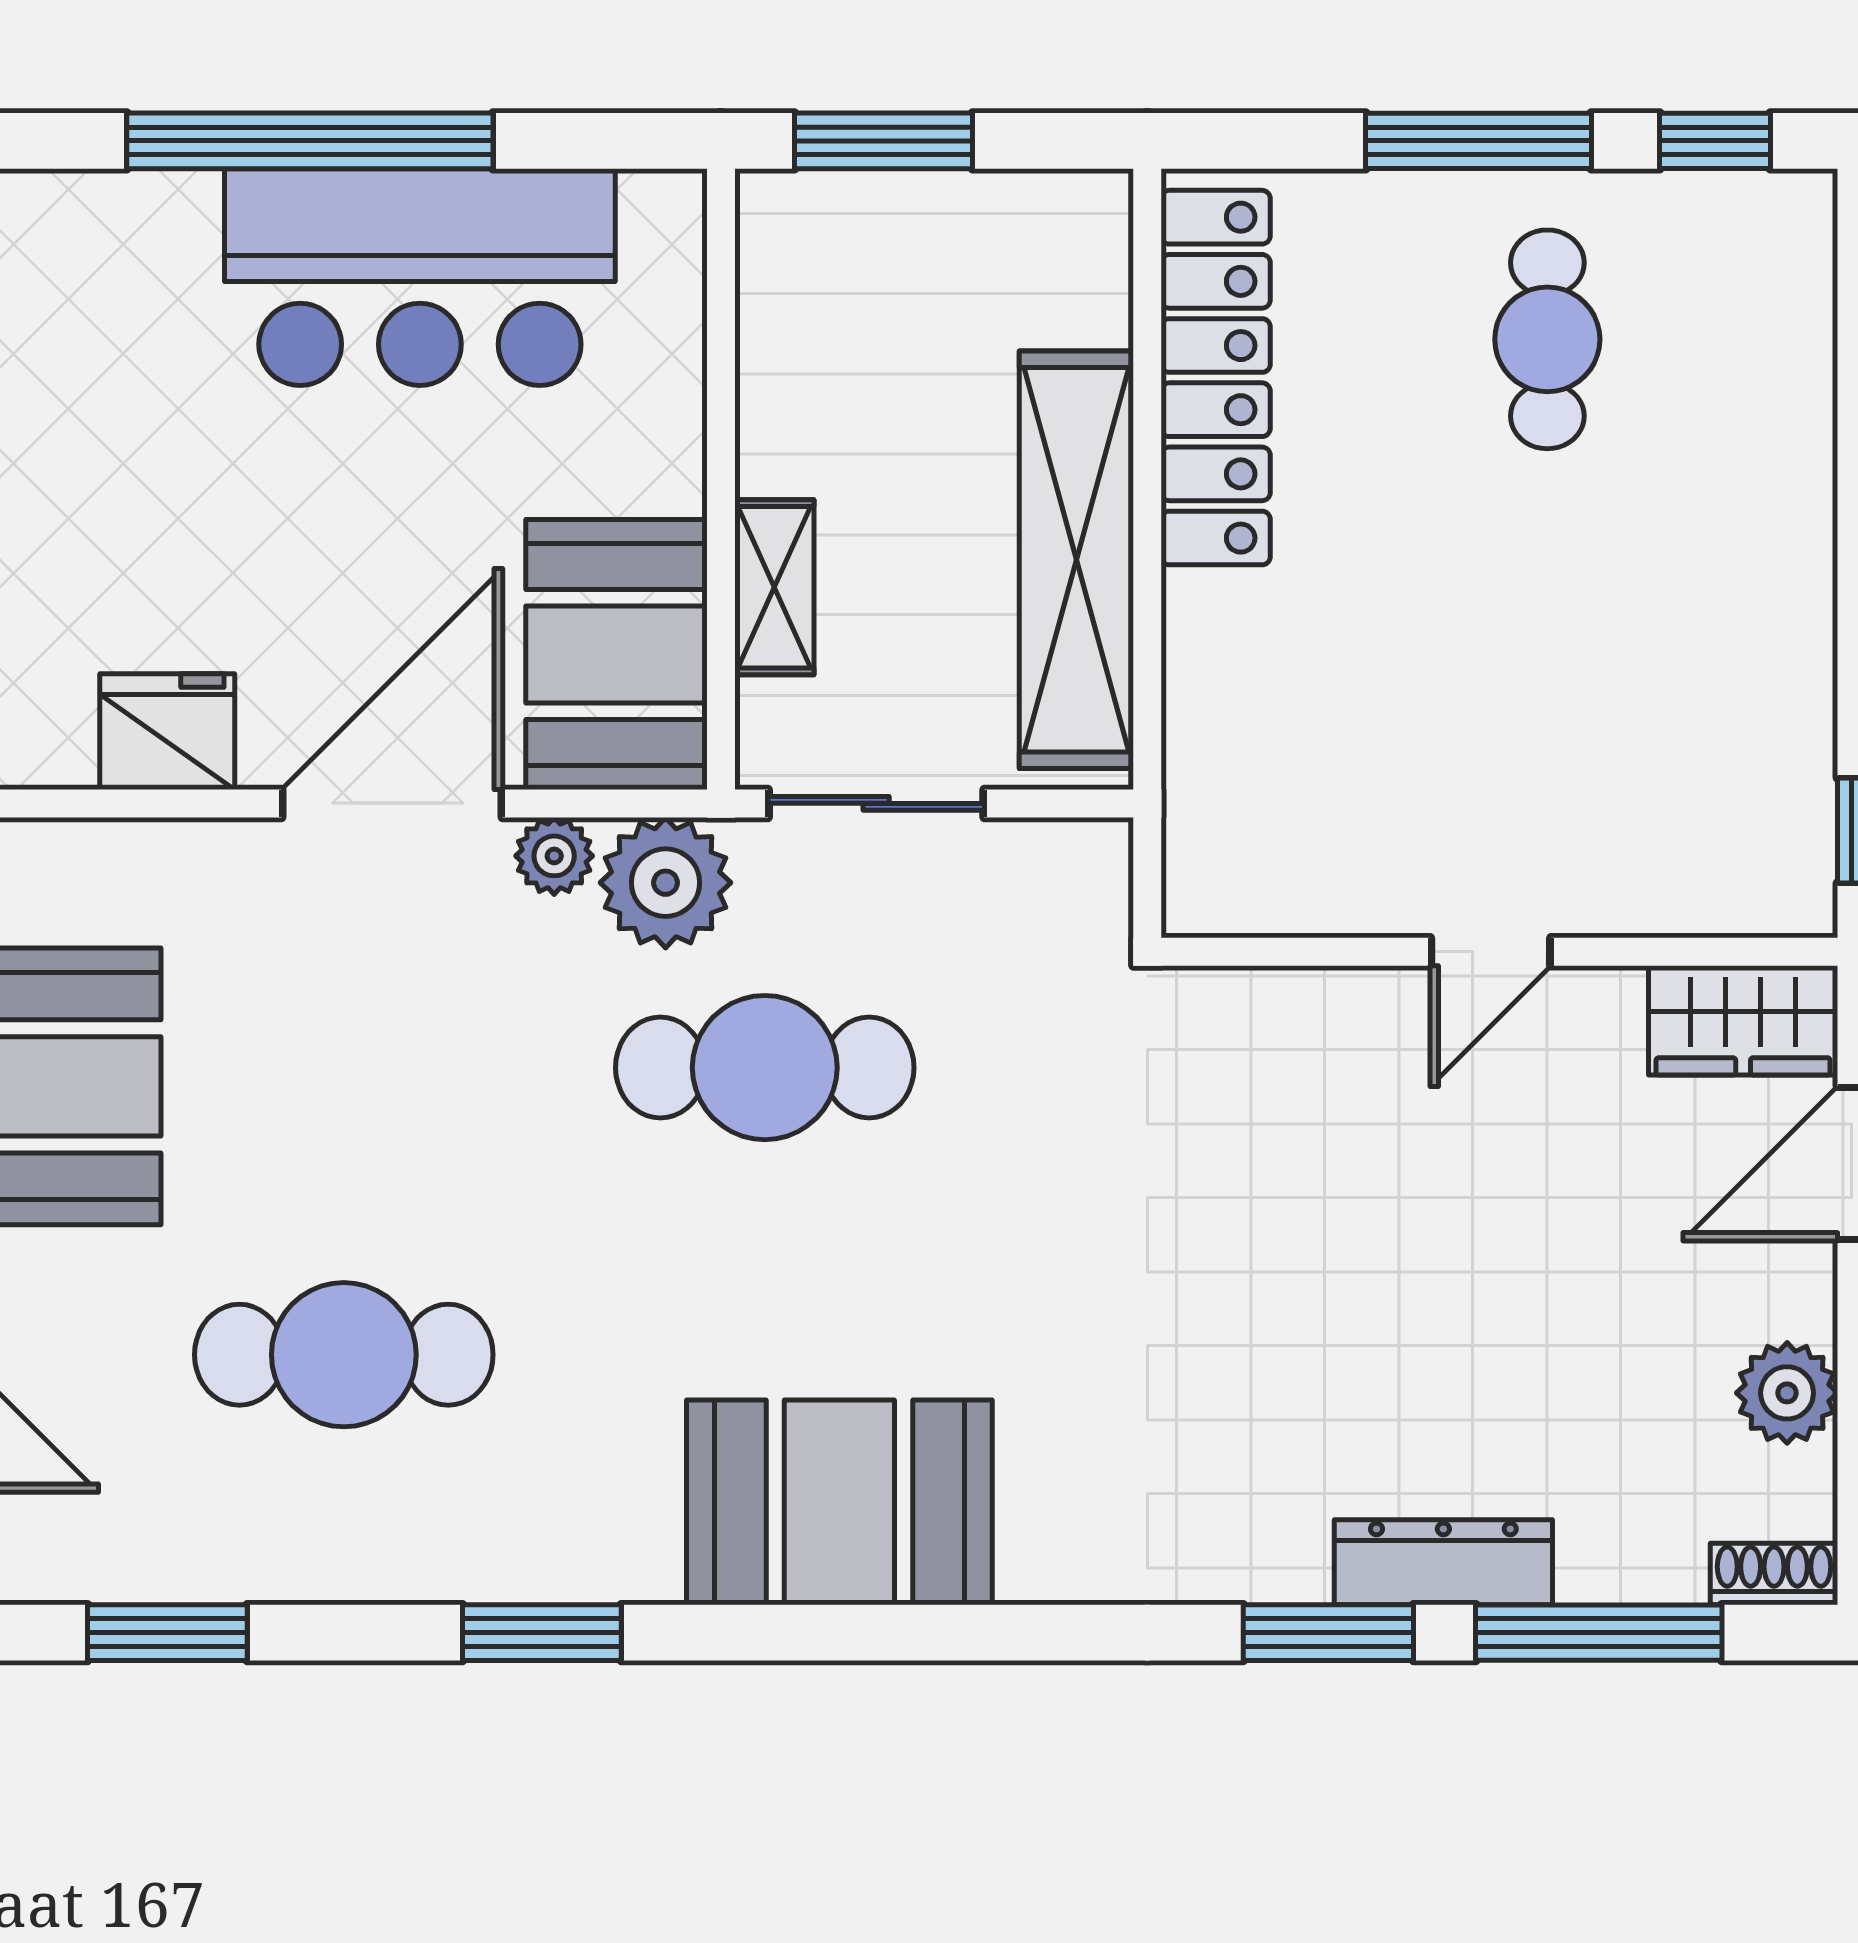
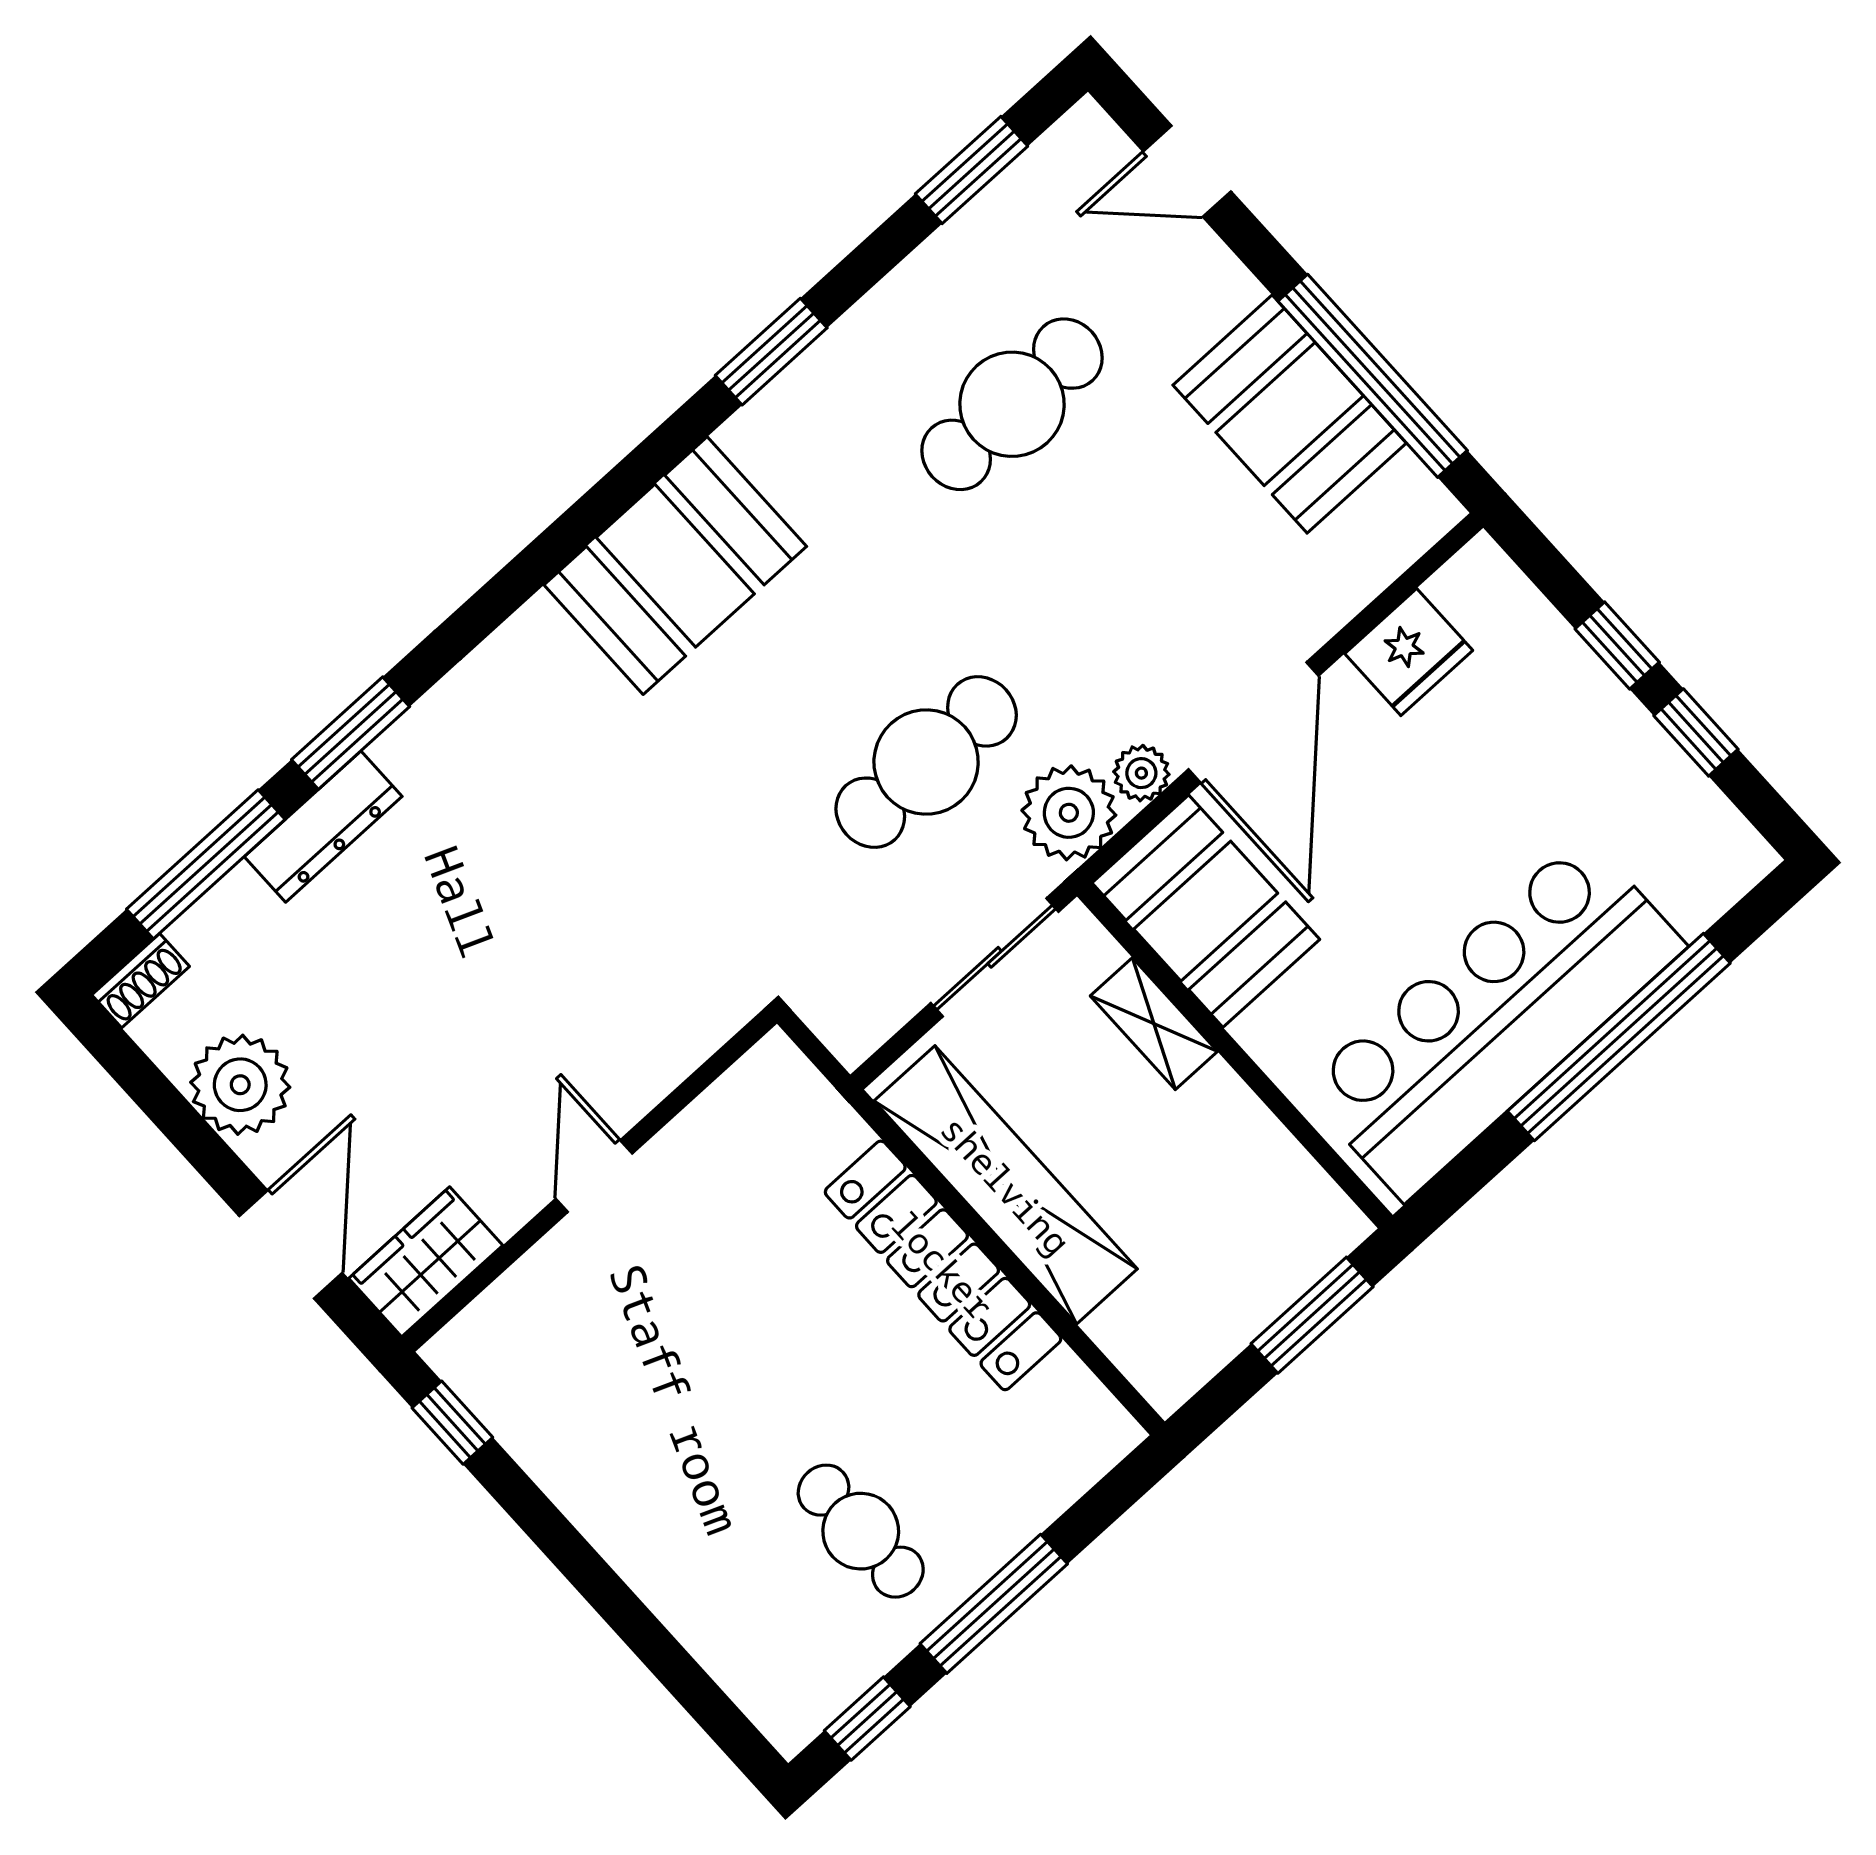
bar counter: (420, 277) -> (1494, 1018), width x1.36
locker: (1216, 378) -> (943, 1265), moved
plant: (1787, 1393) -> (240, 1085), width x1.36, depth x1.36

